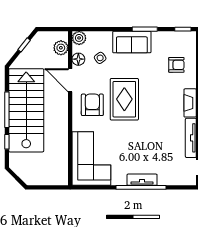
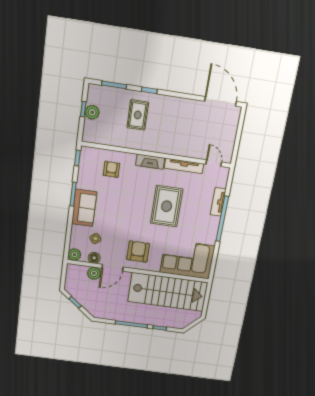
plant: (61, 48) -> (94, 273), moved
rug: (124, 99) -> (167, 206), moved, turned 90
armchair: (92, 105) -> (138, 252), turned 90
stairs: (26, 110) -> (168, 292), moved, turned 180
tv unit: (142, 180) -> (218, 202), moved

